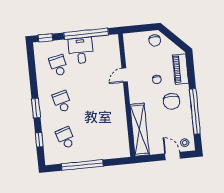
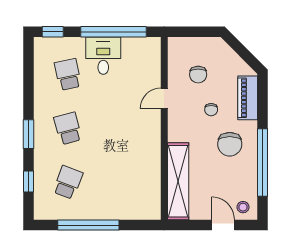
chair: (155, 40) -> (198, 75), moved
school desk: (66, 138) -> (68, 182), turned 39

